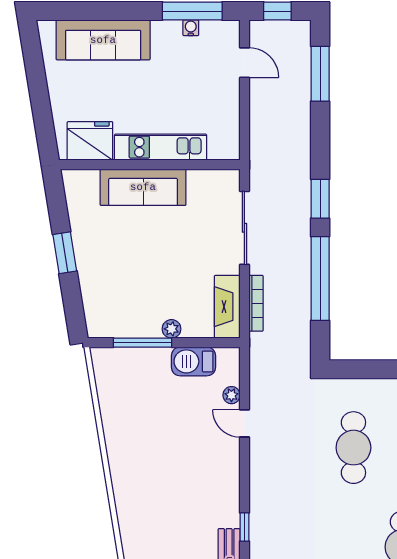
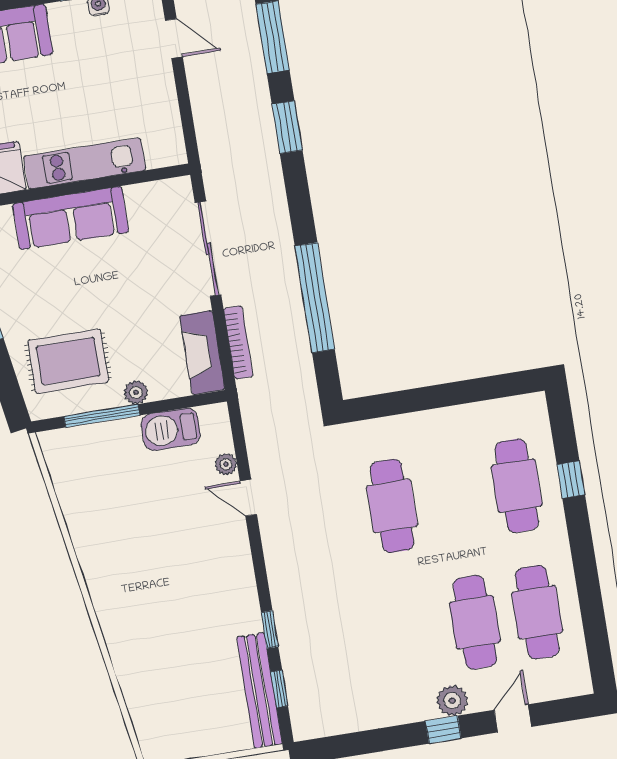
window: (320, 199) -> (287, 127), moved
rug: (123, 297) -> (68, 361), added

